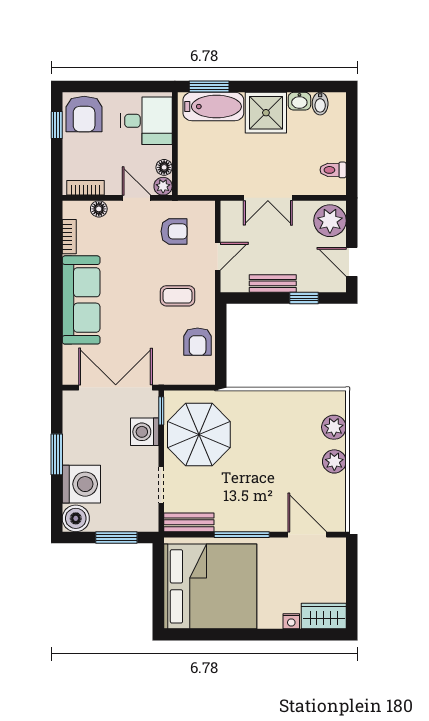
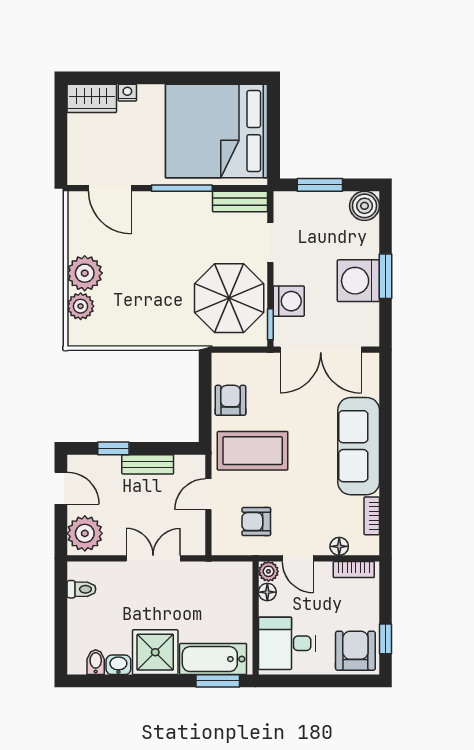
coffee table: (178, 296) -> (253, 451), width x1.86, depth x1.72
plant: (334, 461) -> (85, 273), width x1.36, depth x1.36
washing machine: (81, 484) -> (358, 281), moved

